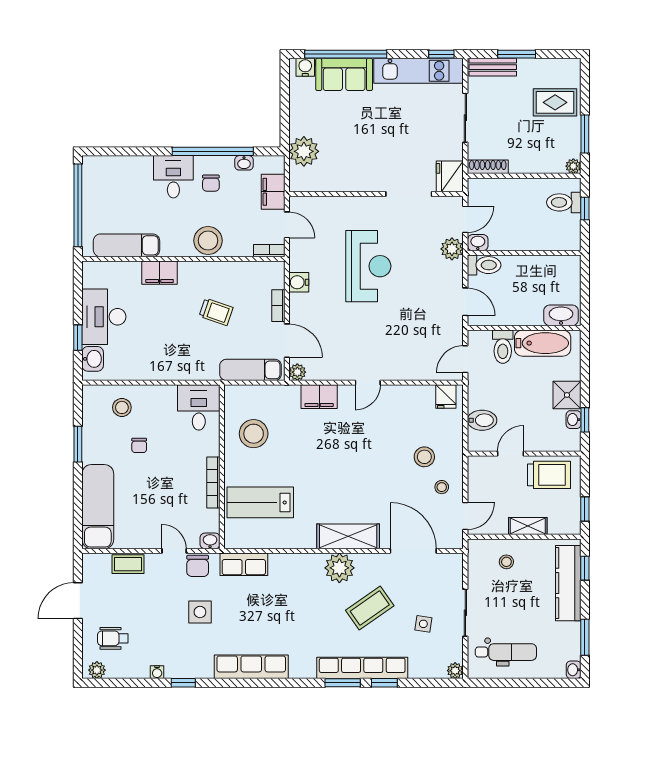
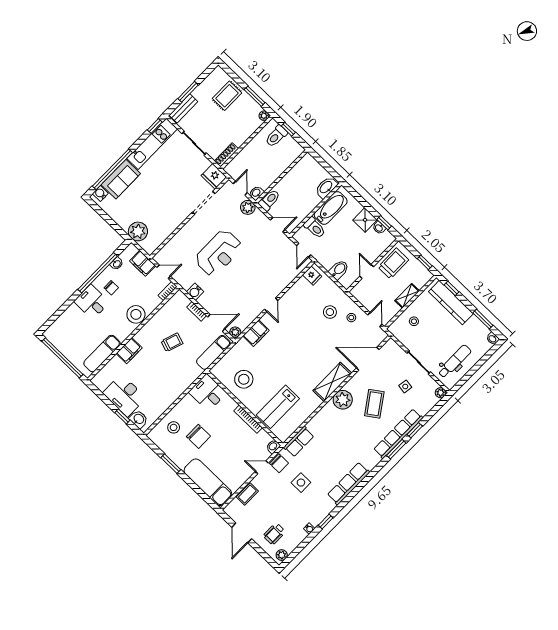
reception desk: (368, 266) -> (219, 253), turned 90
chair: (139, 445) -> (198, 436), width x1.87, depth x1.87

